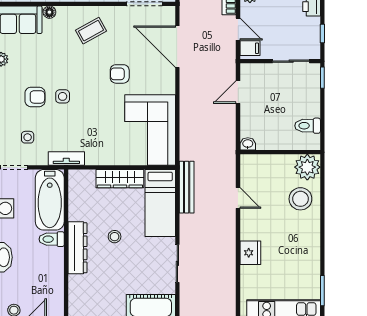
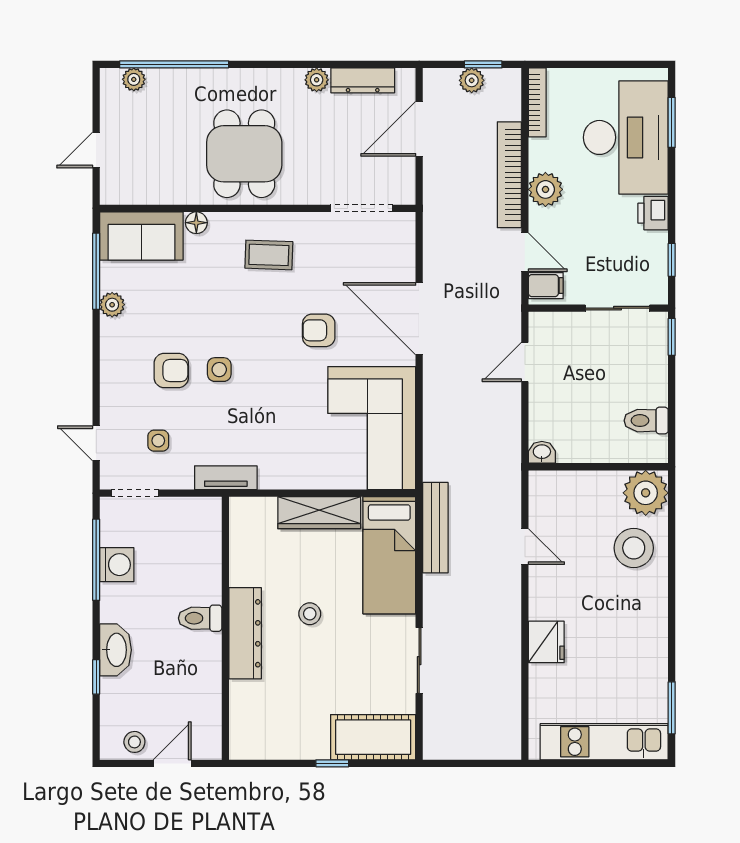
coffee table: (91, 31) -> (269, 255), turned 31
door: (177, 47) -> (419, 319), moved
bathtub: (50, 200) -> (197, 550), removed

